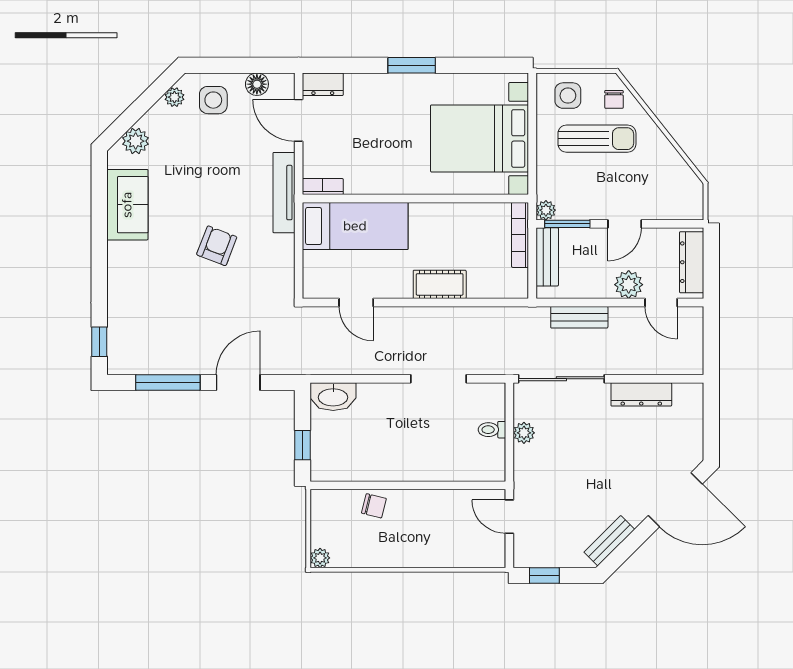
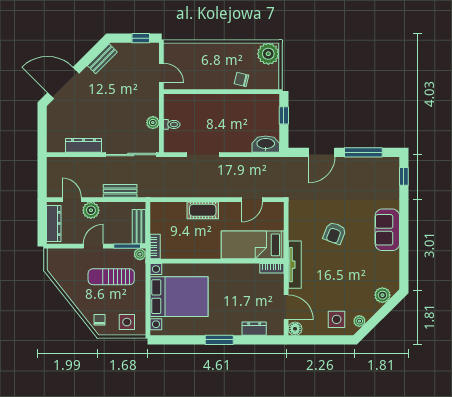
floor lamp: (257, 84) -> (295, 329), moved
dresser: (323, 84) -> (254, 329), moved
sun lounger: (597, 139) -> (111, 277), moved
sofa: (127, 205) -> (387, 230), moved
bookcase: (520, 235) -> (155, 247), width x0.64
door: (356, 303) -> (252, 200), swing flipped
plant: (320, 558) -> (268, 54), width x1.88, depth x1.88

